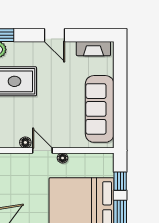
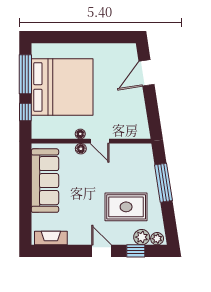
door: (54, 35) -> (102, 251), moved
floor lamp: (25, 142) -> (81, 149), moved

